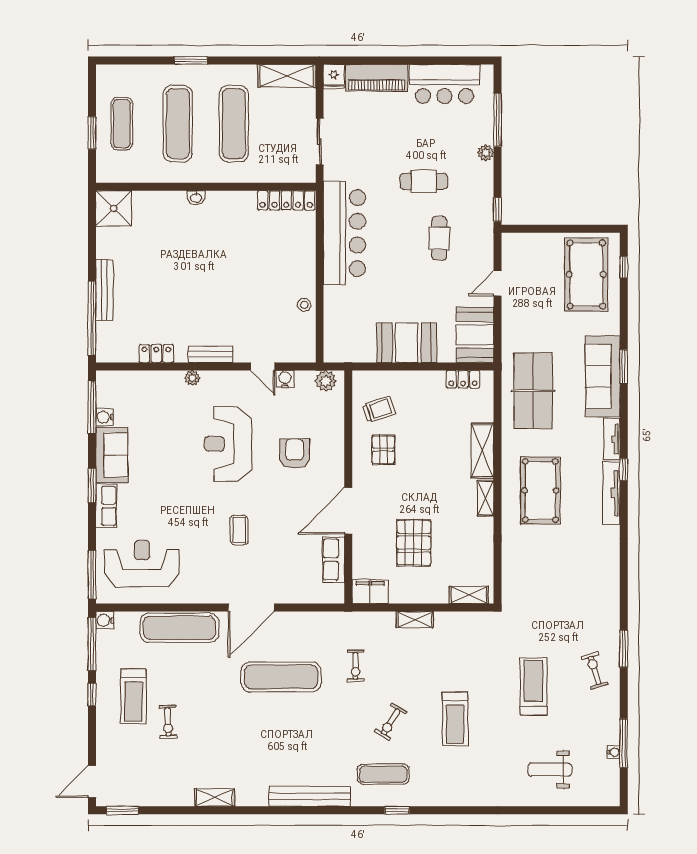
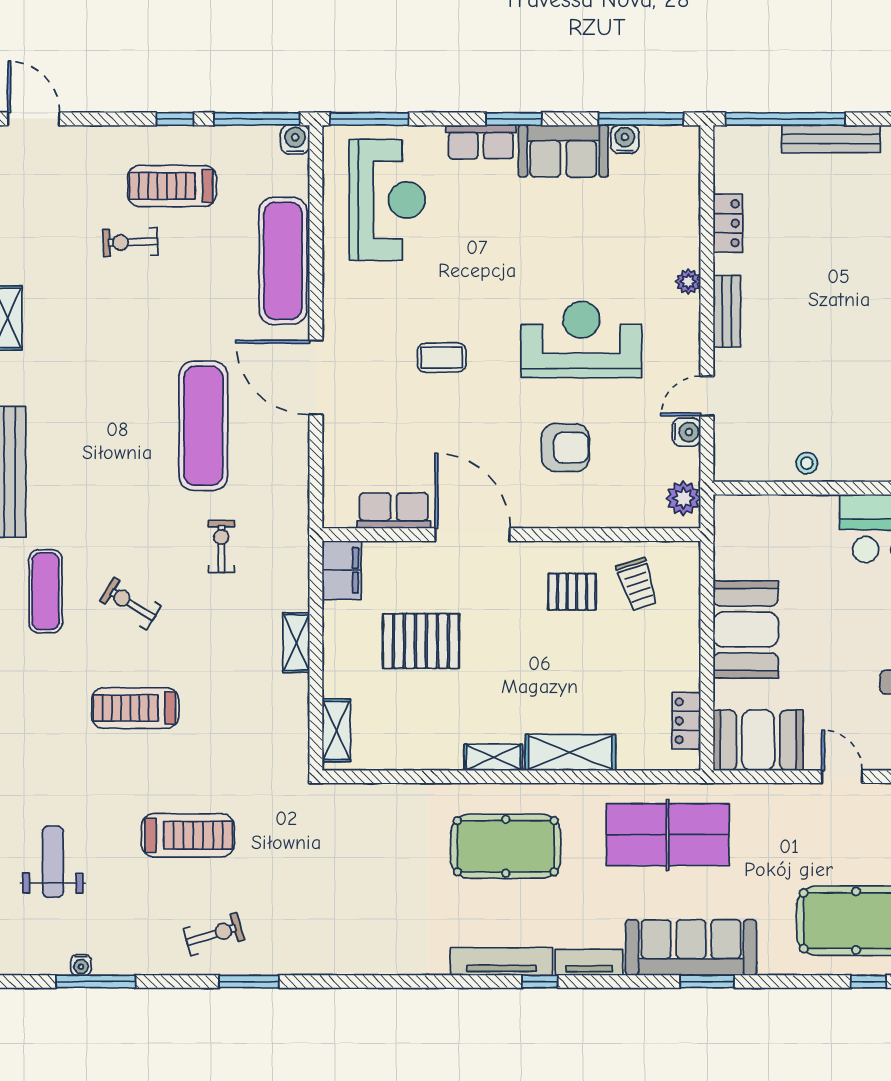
exercise bike: (356, 666) -> (221, 546), turned 90

